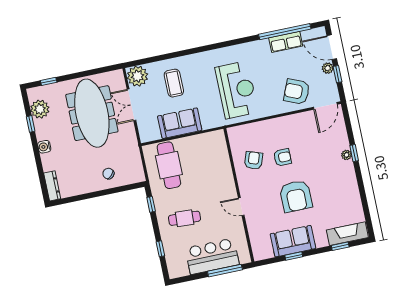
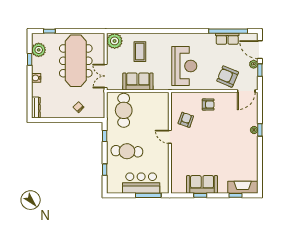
double door: (131, 105) -> (106, 76), moved
armchair: (282, 157) -> (208, 105), moved
armchair: (296, 196) -> (211, 152), removed
door: (241, 207) -> (170, 137), moved
cafe table: (185, 218) -> (127, 151), width x1.37, depth x1.35

